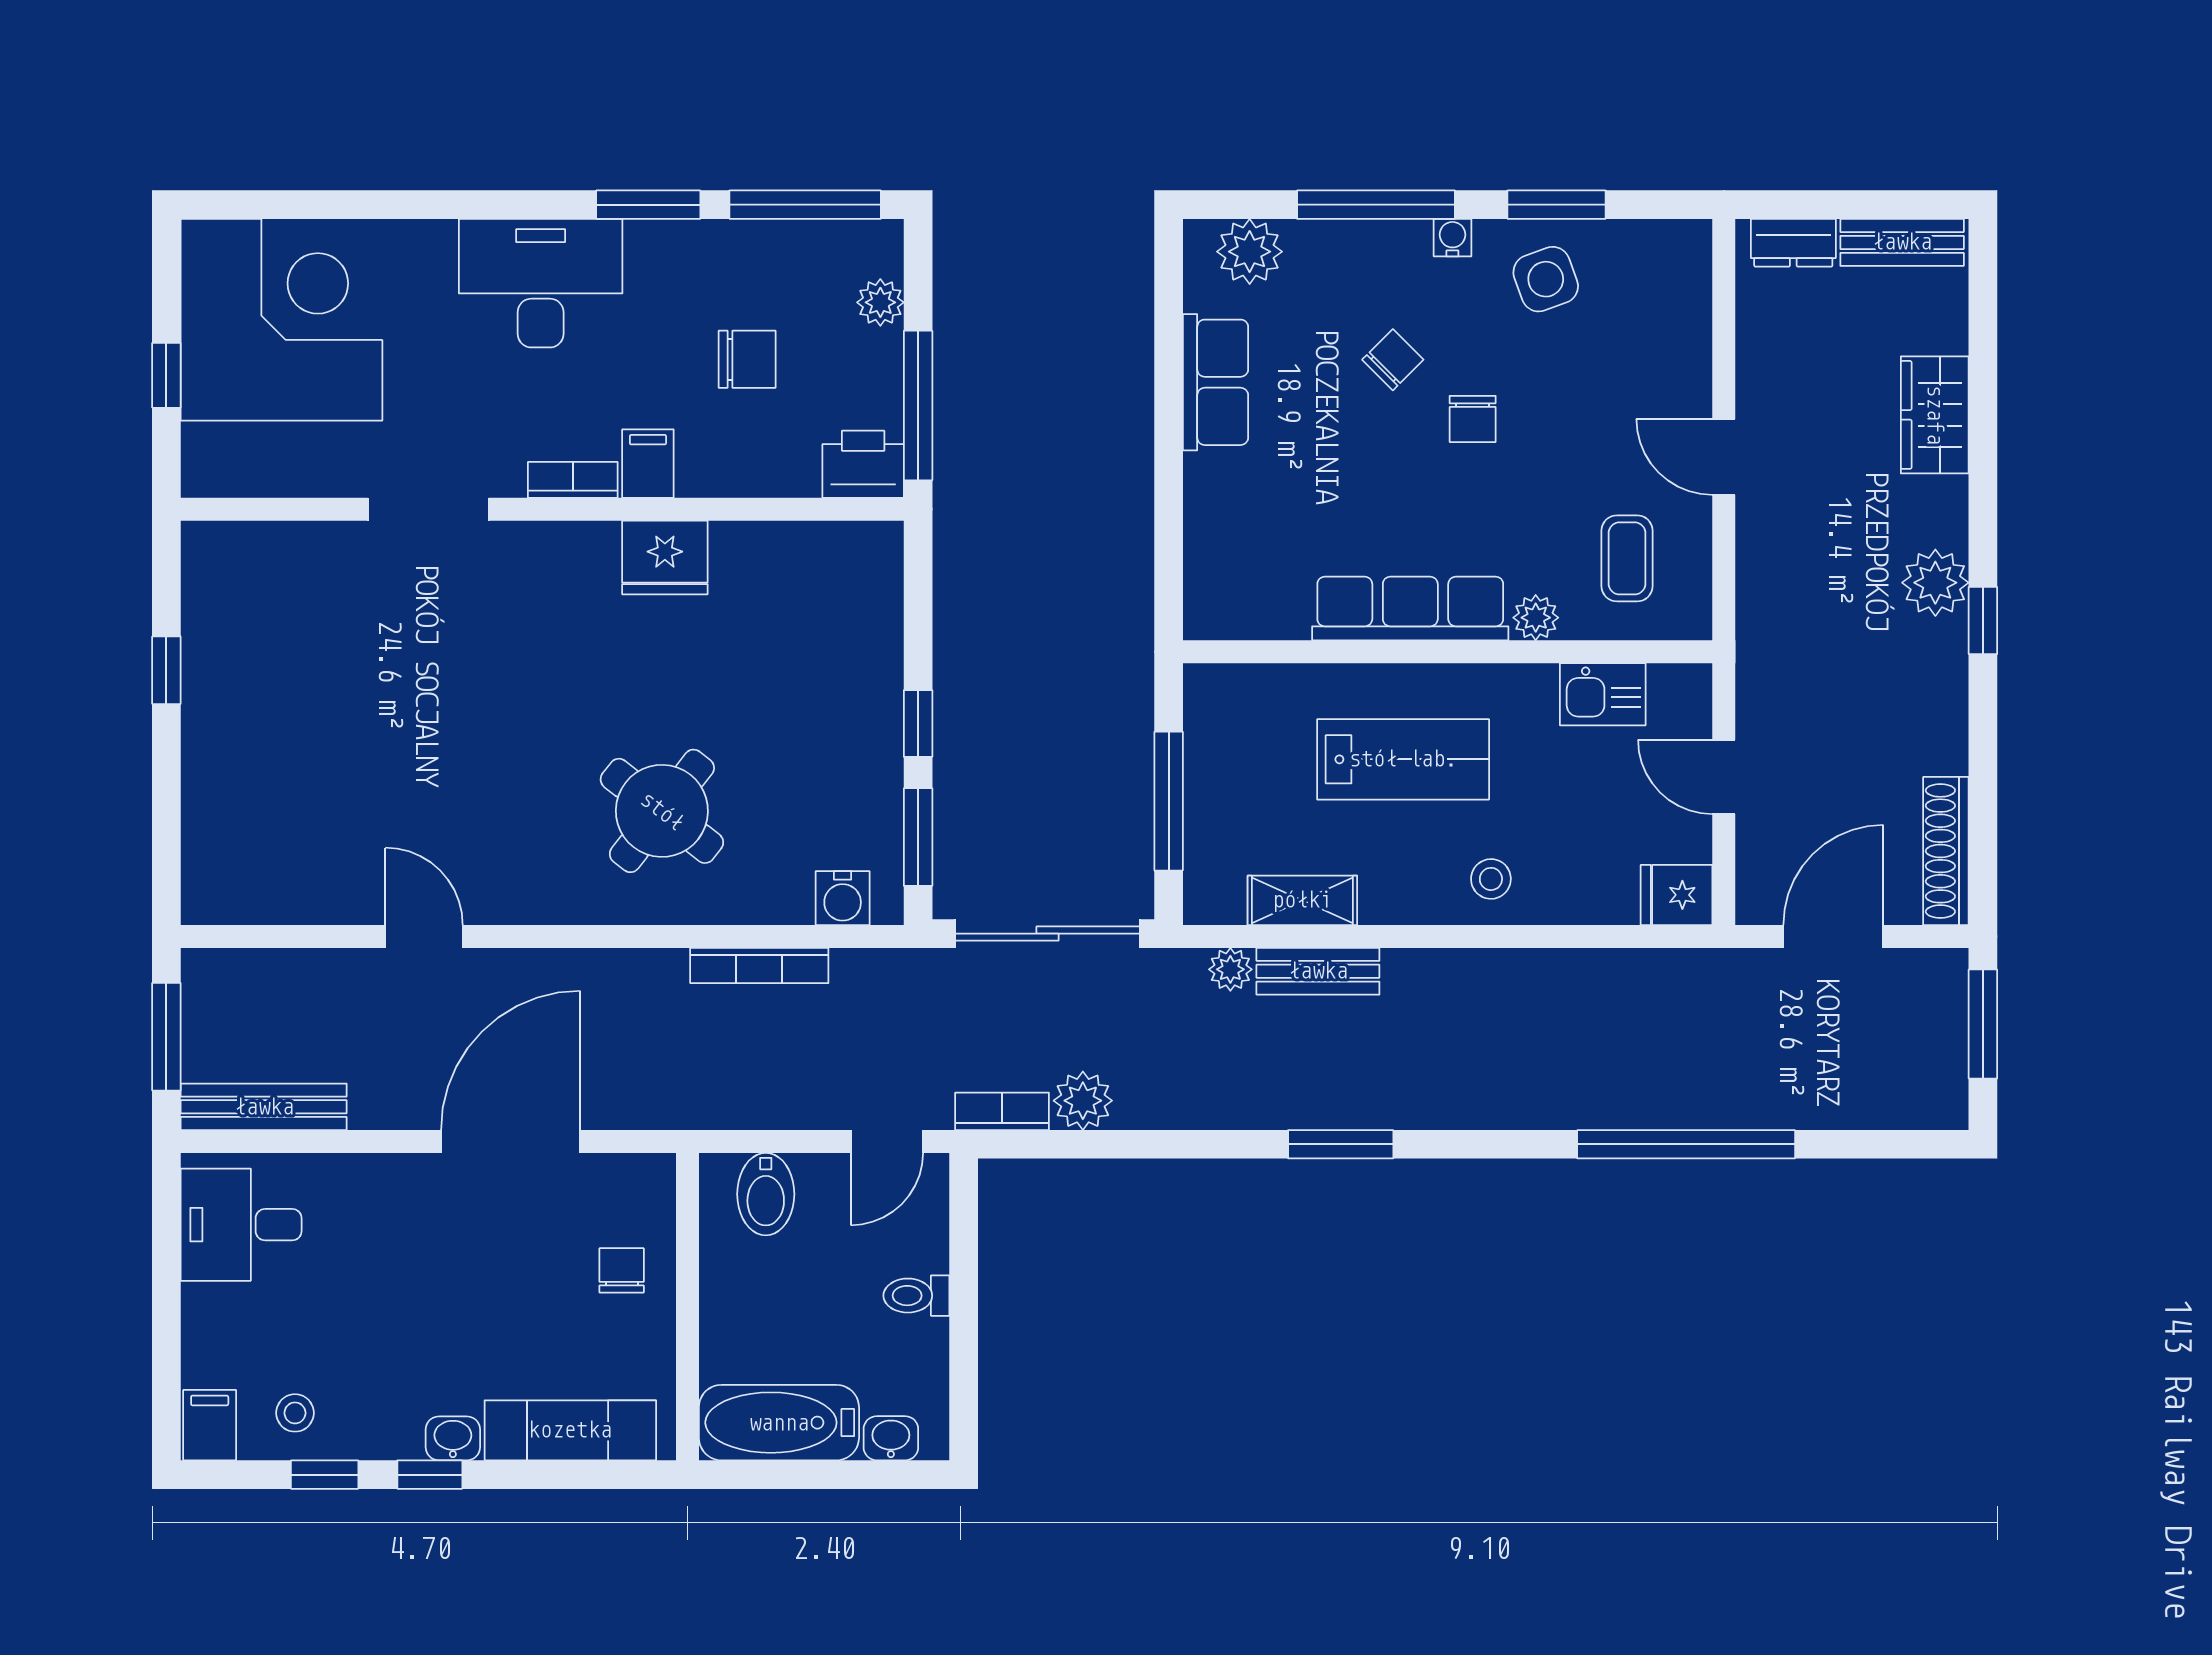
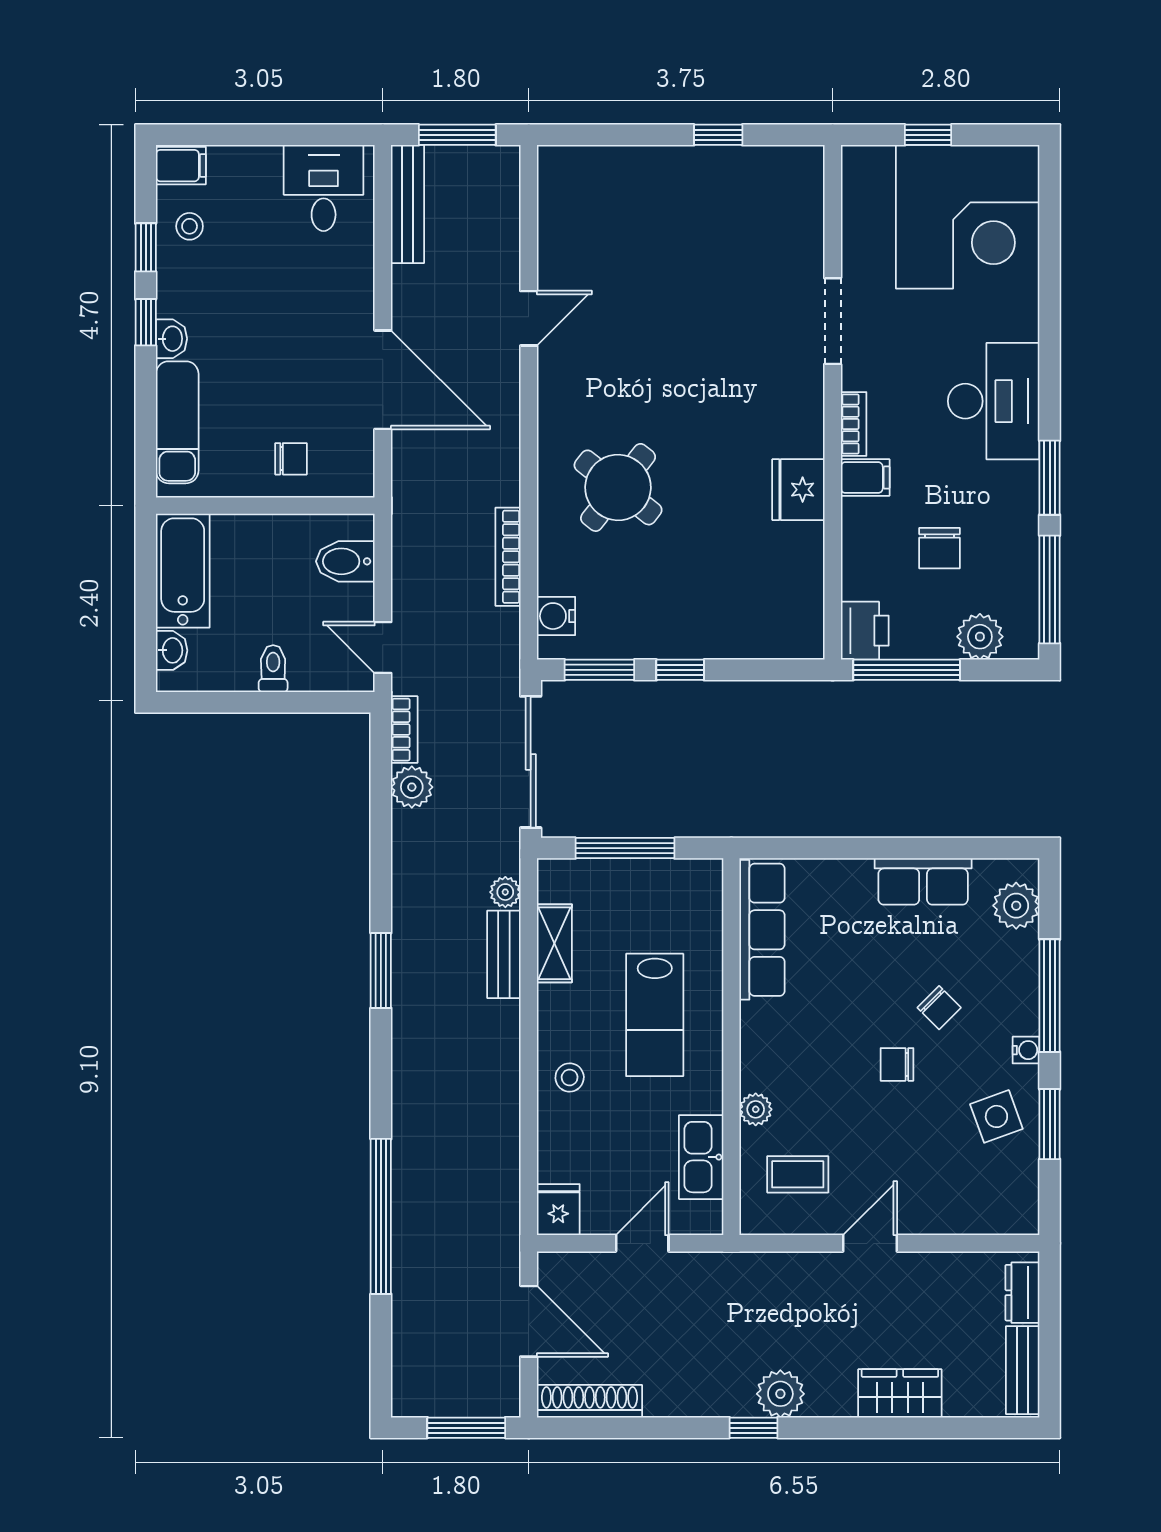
plant: (880, 302) -> (980, 637), width x1.38, depth x1.38
row of seats: (1410, 609) -> (762, 930), moved
kitchen sink: (1603, 694) -> (701, 1157), width x1.38

